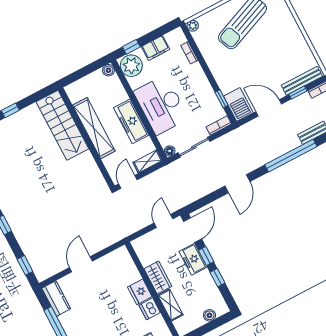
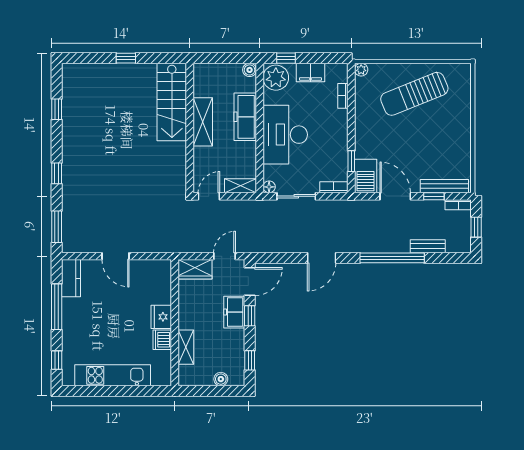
freezer: (131, 121) -> (245, 117), moved
shelving: (94, 128) -> (203, 122), width x0.68
door: (81, 264) -> (115, 256), swing flipped
window: (25, 265) -> (57, 227), width x1.50
wardrobe: (158, 277) -> (195, 269), moved, turned 90
window: (218, 278) -> (250, 360), moved

